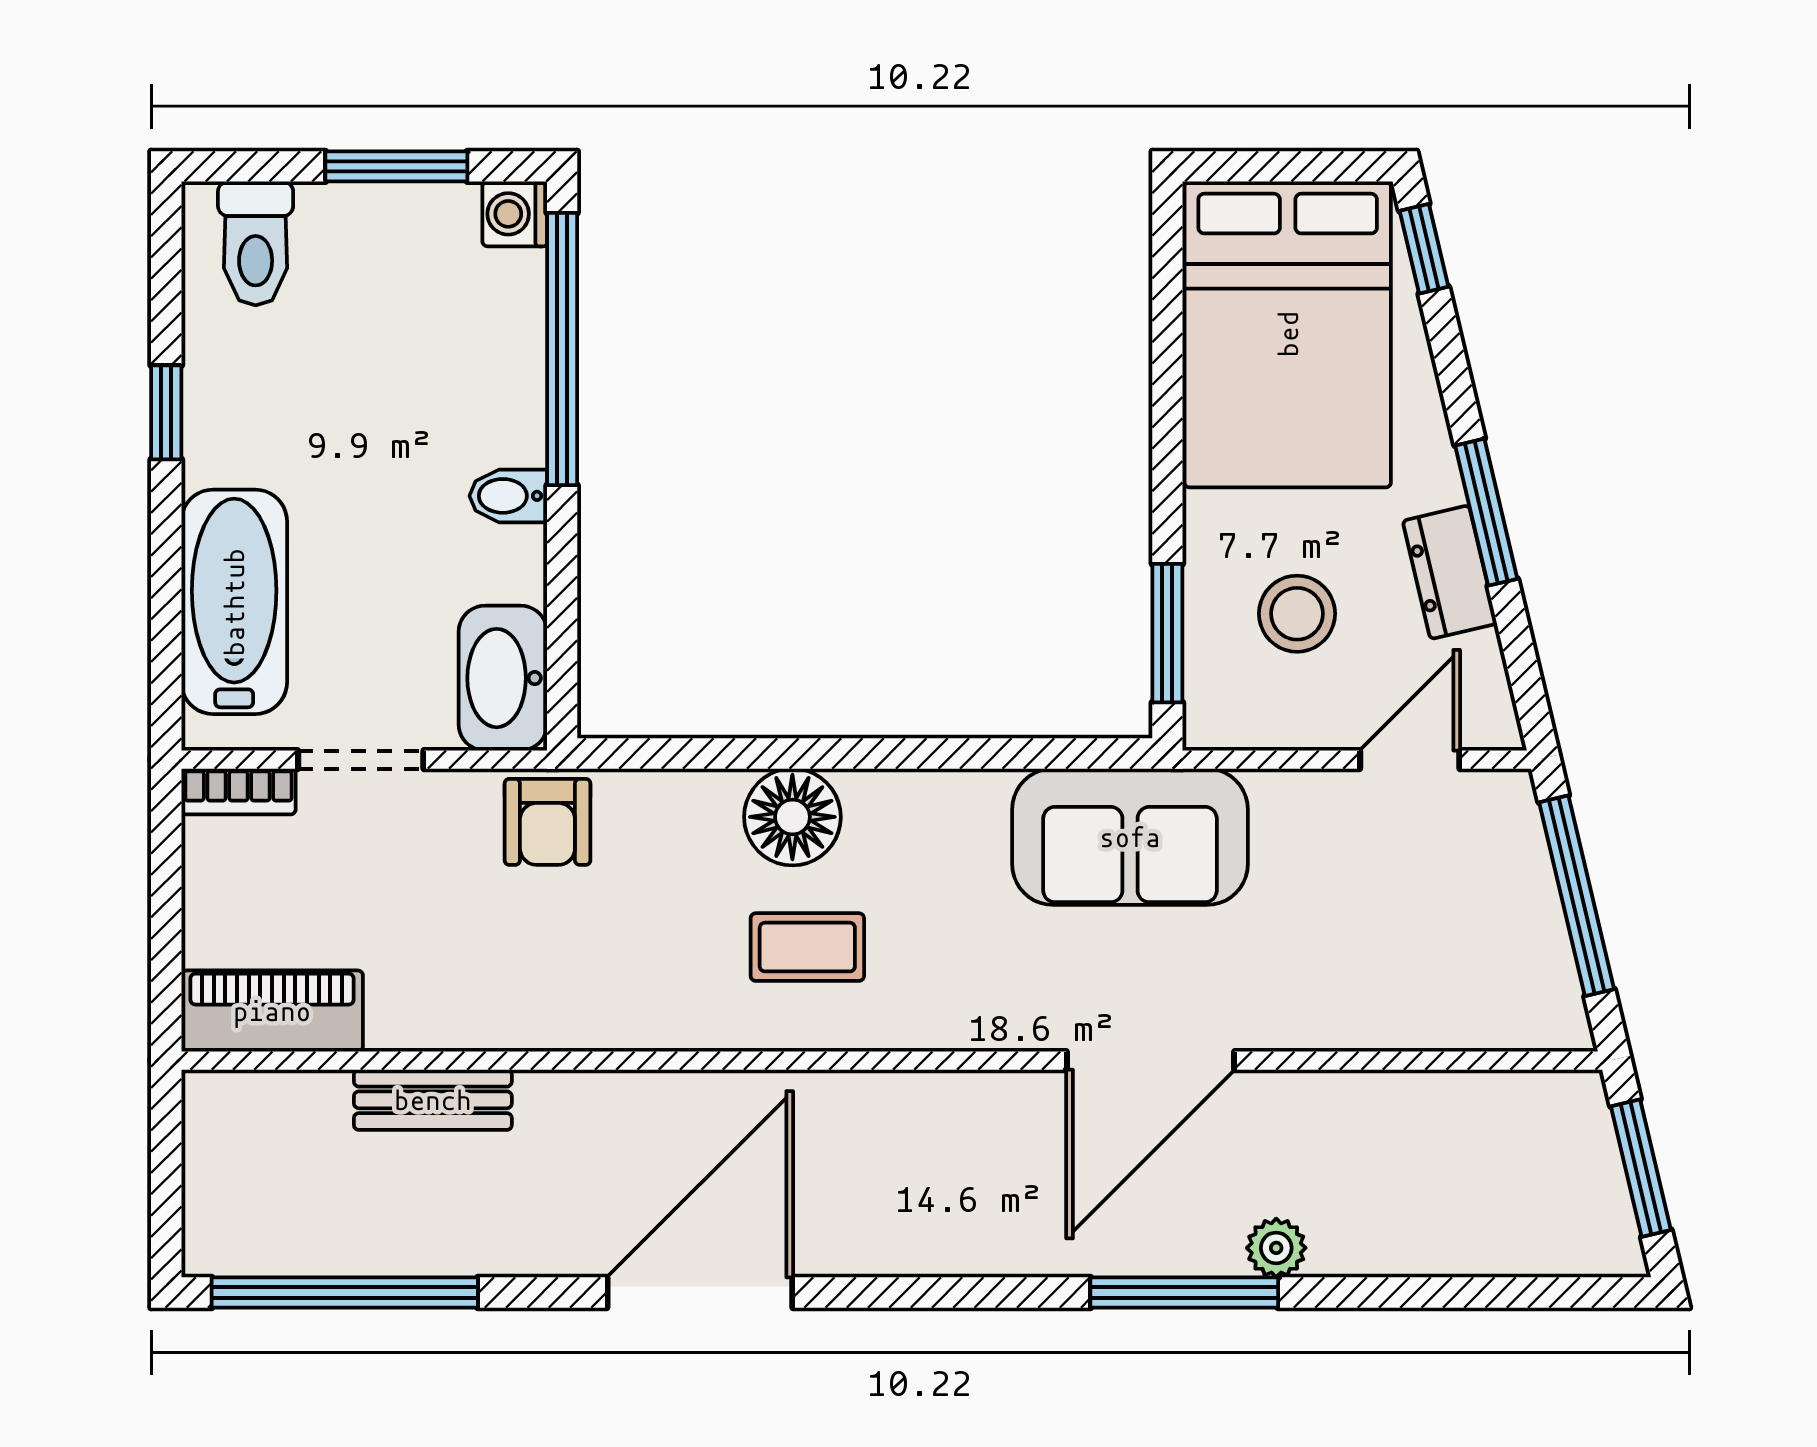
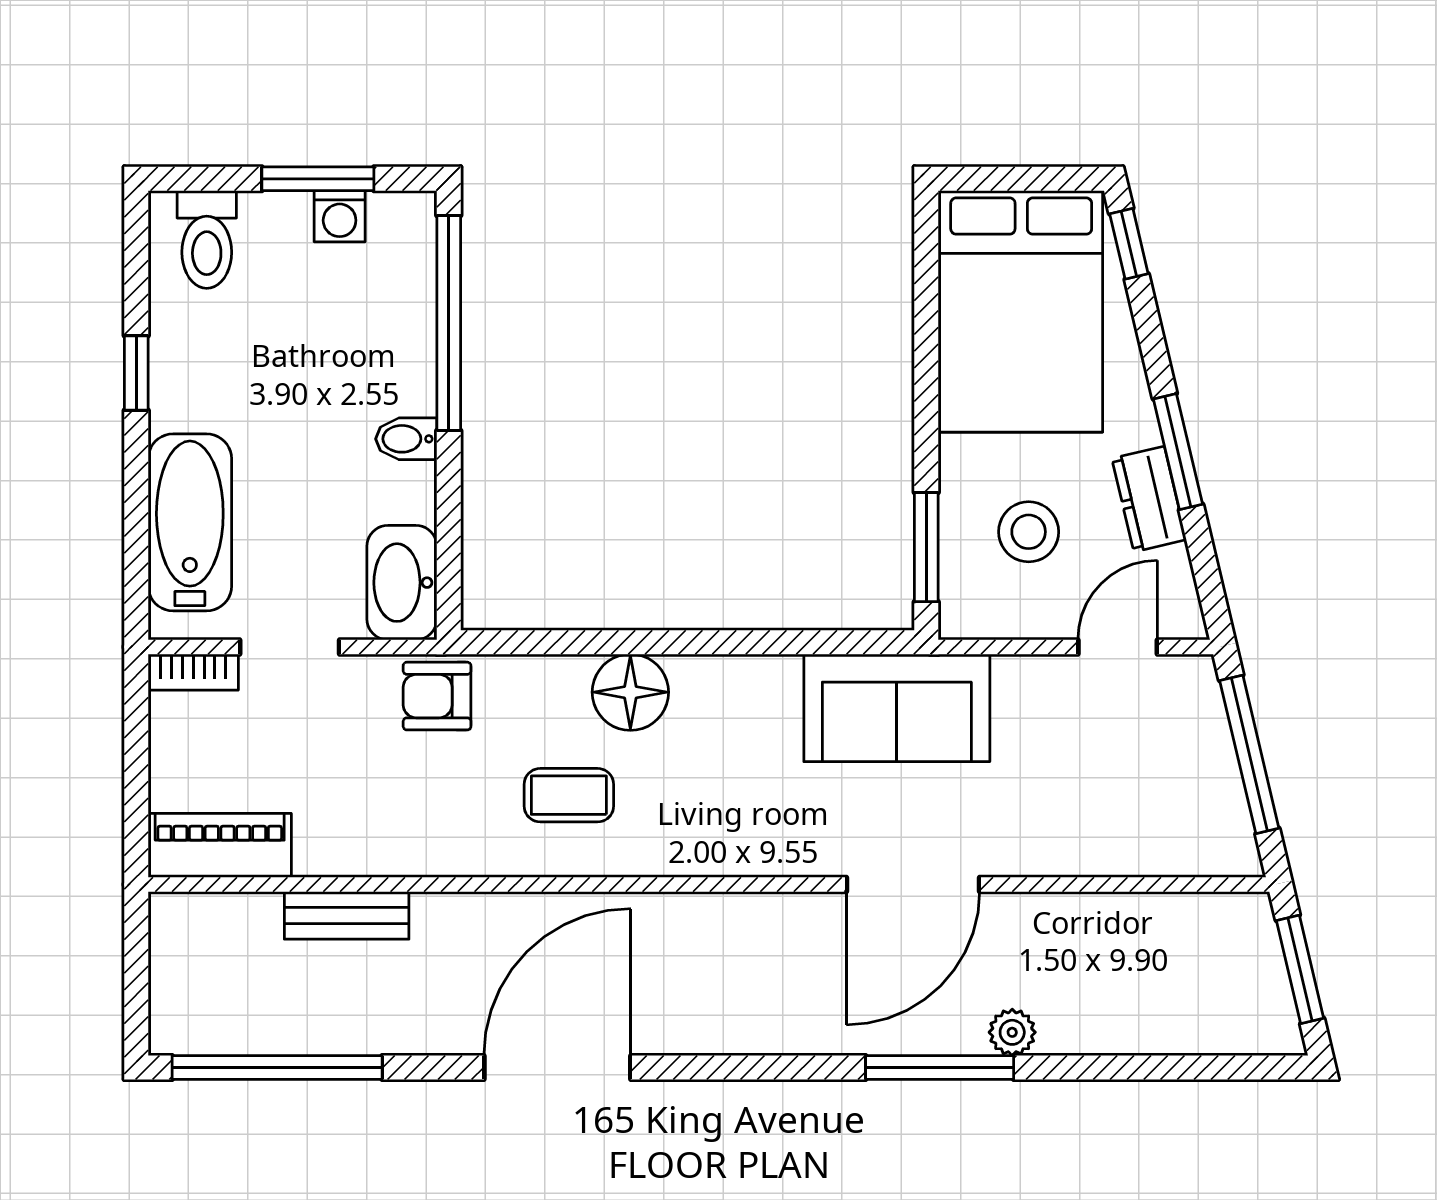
washing machine: (515, 214) -> (340, 216), moved, turned -90
armchair: (547, 822) -> (437, 696), turned 90
coffee table: (807, 947) -> (569, 795), moved

